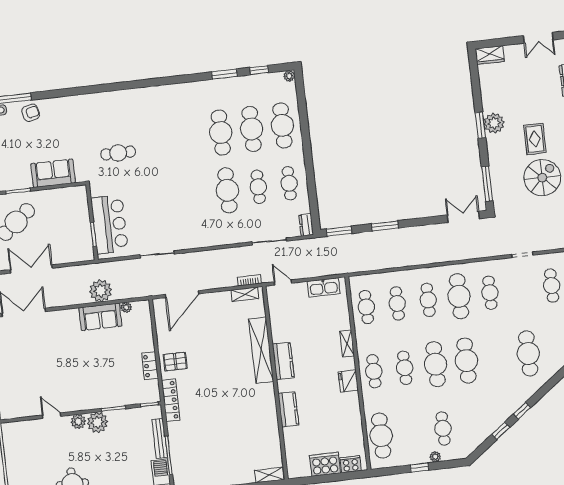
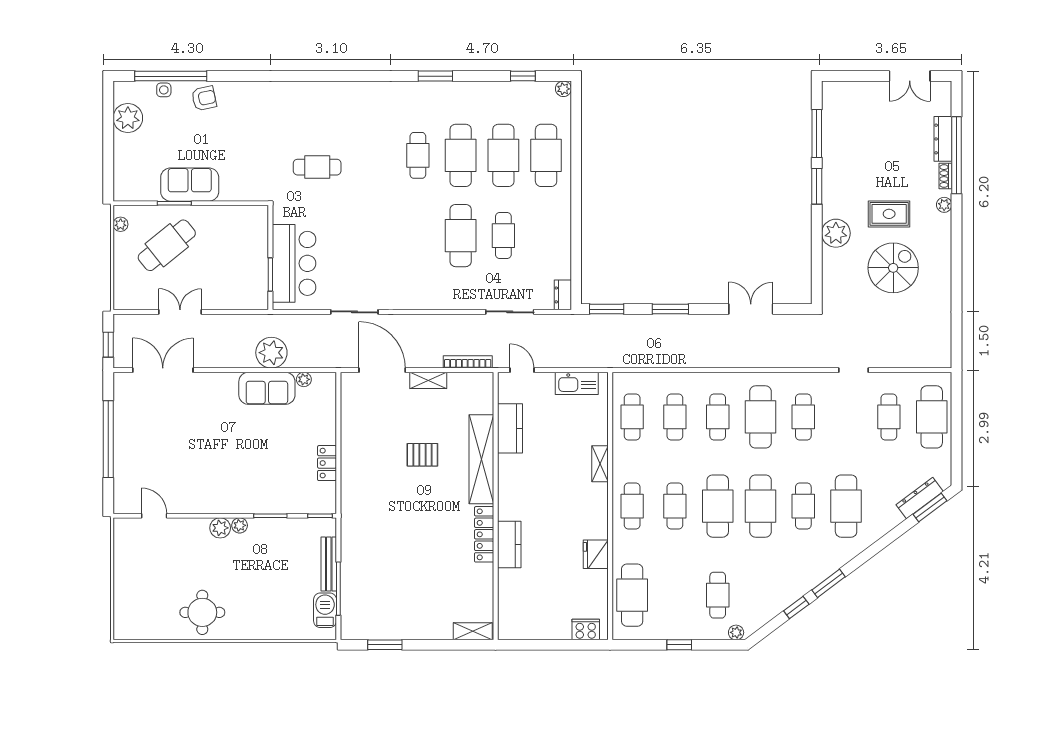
wardrobe: (490, 55) -> (841, 92), removed
window: (225, 74) -> (435, 76), moved
plant: (494, 123) -> (836, 233), moved
rug: (535, 139) -> (889, 214), turned 90
sofa: (53, 173) -> (190, 185), moved
cafe table: (289, 183) -> (418, 155), moved
window: (487, 184) -> (817, 134), moved
double door: (463, 217) -> (751, 309), moved
double door: (31, 269) -> (180, 312), width x0.73
bookcase: (249, 280) -> (468, 362), width x1.56
door: (182, 294) -> (382, 370), swing flipped
shelving: (245, 294) -> (428, 380), moved
cafe table: (497, 357) -> (803, 506), added
kitchen counter: (283, 361) -> (510, 428), moved
pallet: (175, 362) -> (422, 455), moved
fridge: (348, 381) -> (596, 554), moved
locker: (171, 400) -> (484, 534), moved, turned 180
window: (522, 411) -> (829, 583), width x1.50
door: (52, 416) -> (154, 516), moved
plant: (98, 422) -> (240, 525), width x0.53, depth x0.53
plant: (435, 457) -> (736, 632), moved
cooker: (325, 464) -> (551, 625), removed

